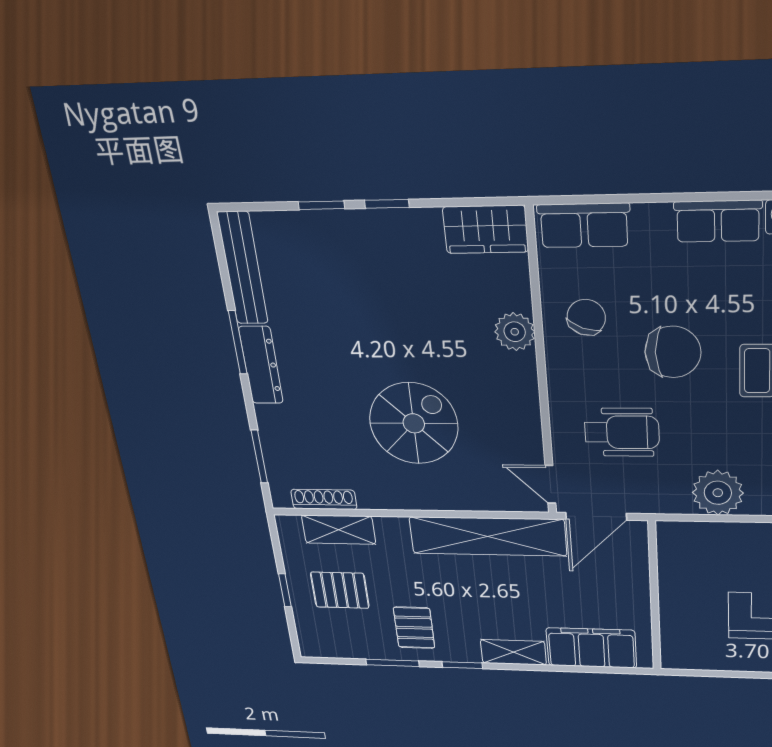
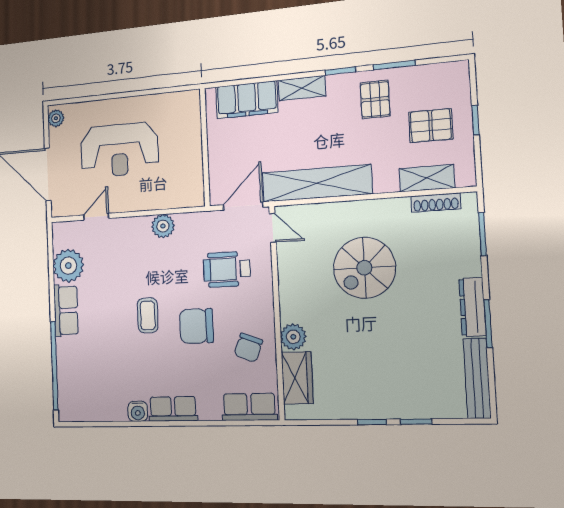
wardrobe: (486, 229) -> (297, 378), moved, turned 90
plant: (718, 493) -> (163, 226), width x0.73, depth x0.73

